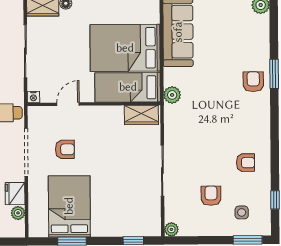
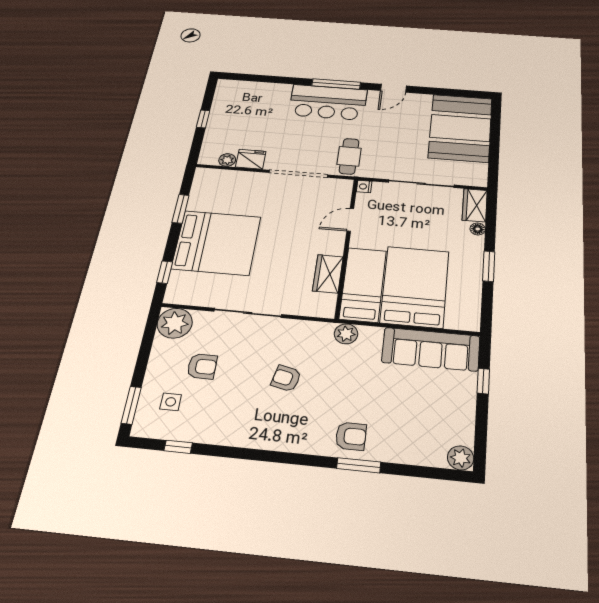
door: (68, 104) -> (350, 220), swing flipped
wardrobe: (141, 115) -> (328, 274), moved
armchair: (65, 149) -> (295, 212), removed
armchair: (245, 163) -> (286, 378), moved, turned 103
bed: (69, 206) -> (216, 243), moved, width x1.36
plant: (171, 229) -> (175, 323), width x1.87, depth x1.87

